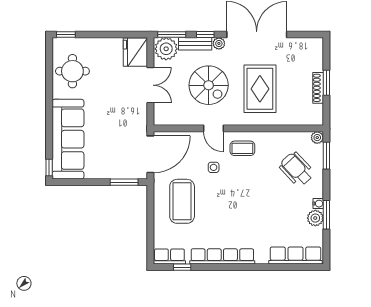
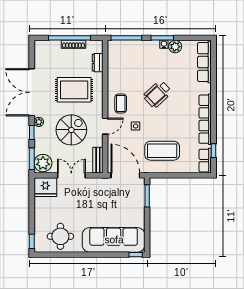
bench: (195, 44) -> (98, 160), moved
window: (326, 83) -> (69, 38), width x2.11
dresser: (295, 119) -> (98, 63), added
plant: (317, 138) -> (112, 45), removed
window: (326, 156) -> (126, 38), width x1.44
wheelchair: (297, 169) -> (157, 94), moved
window: (326, 215) -> (162, 38), moved

